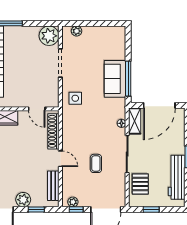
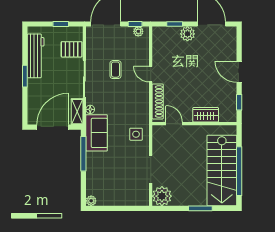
plant: (77, 31) -> (91, 201), moved
sofa: (115, 79) -> (97, 133), moved
pallet: (140, 184) -> (72, 49), turned 90
bench: (53, 186) -> (158, 48), removed

